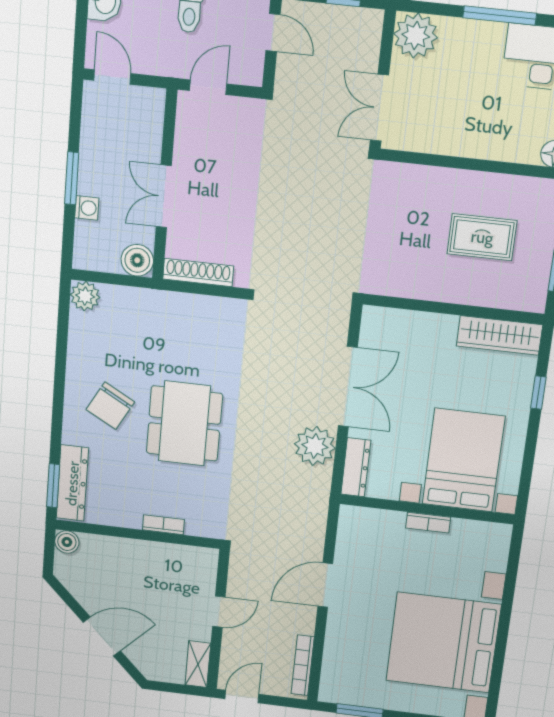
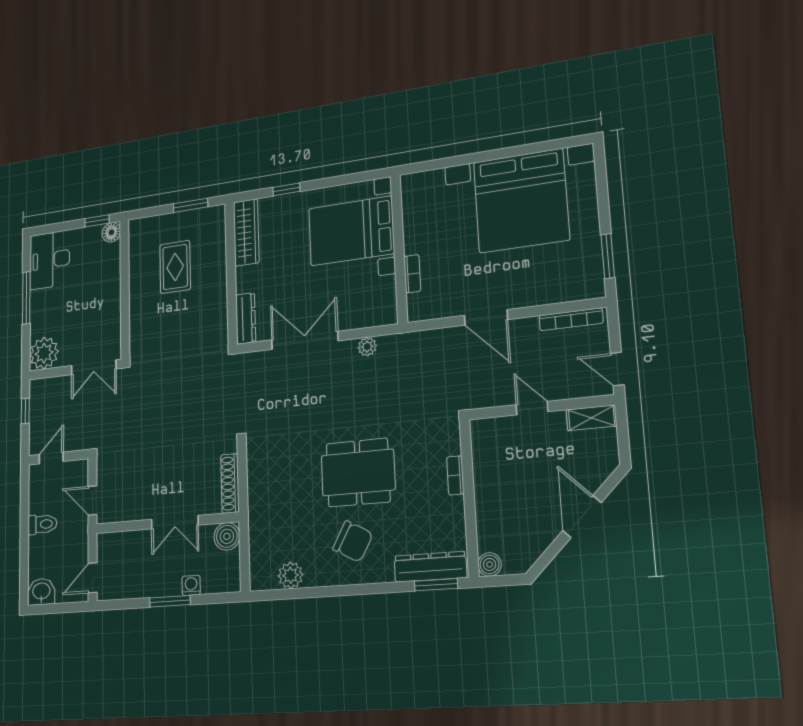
plant: (85, 296) -> (291, 575), moved
plant: (315, 446) -> (367, 347), width x0.53, depth x0.53
dresser: (356, 467) -> (246, 318), moved, turned 90
bookcase: (428, 523) -> (412, 274), moved

